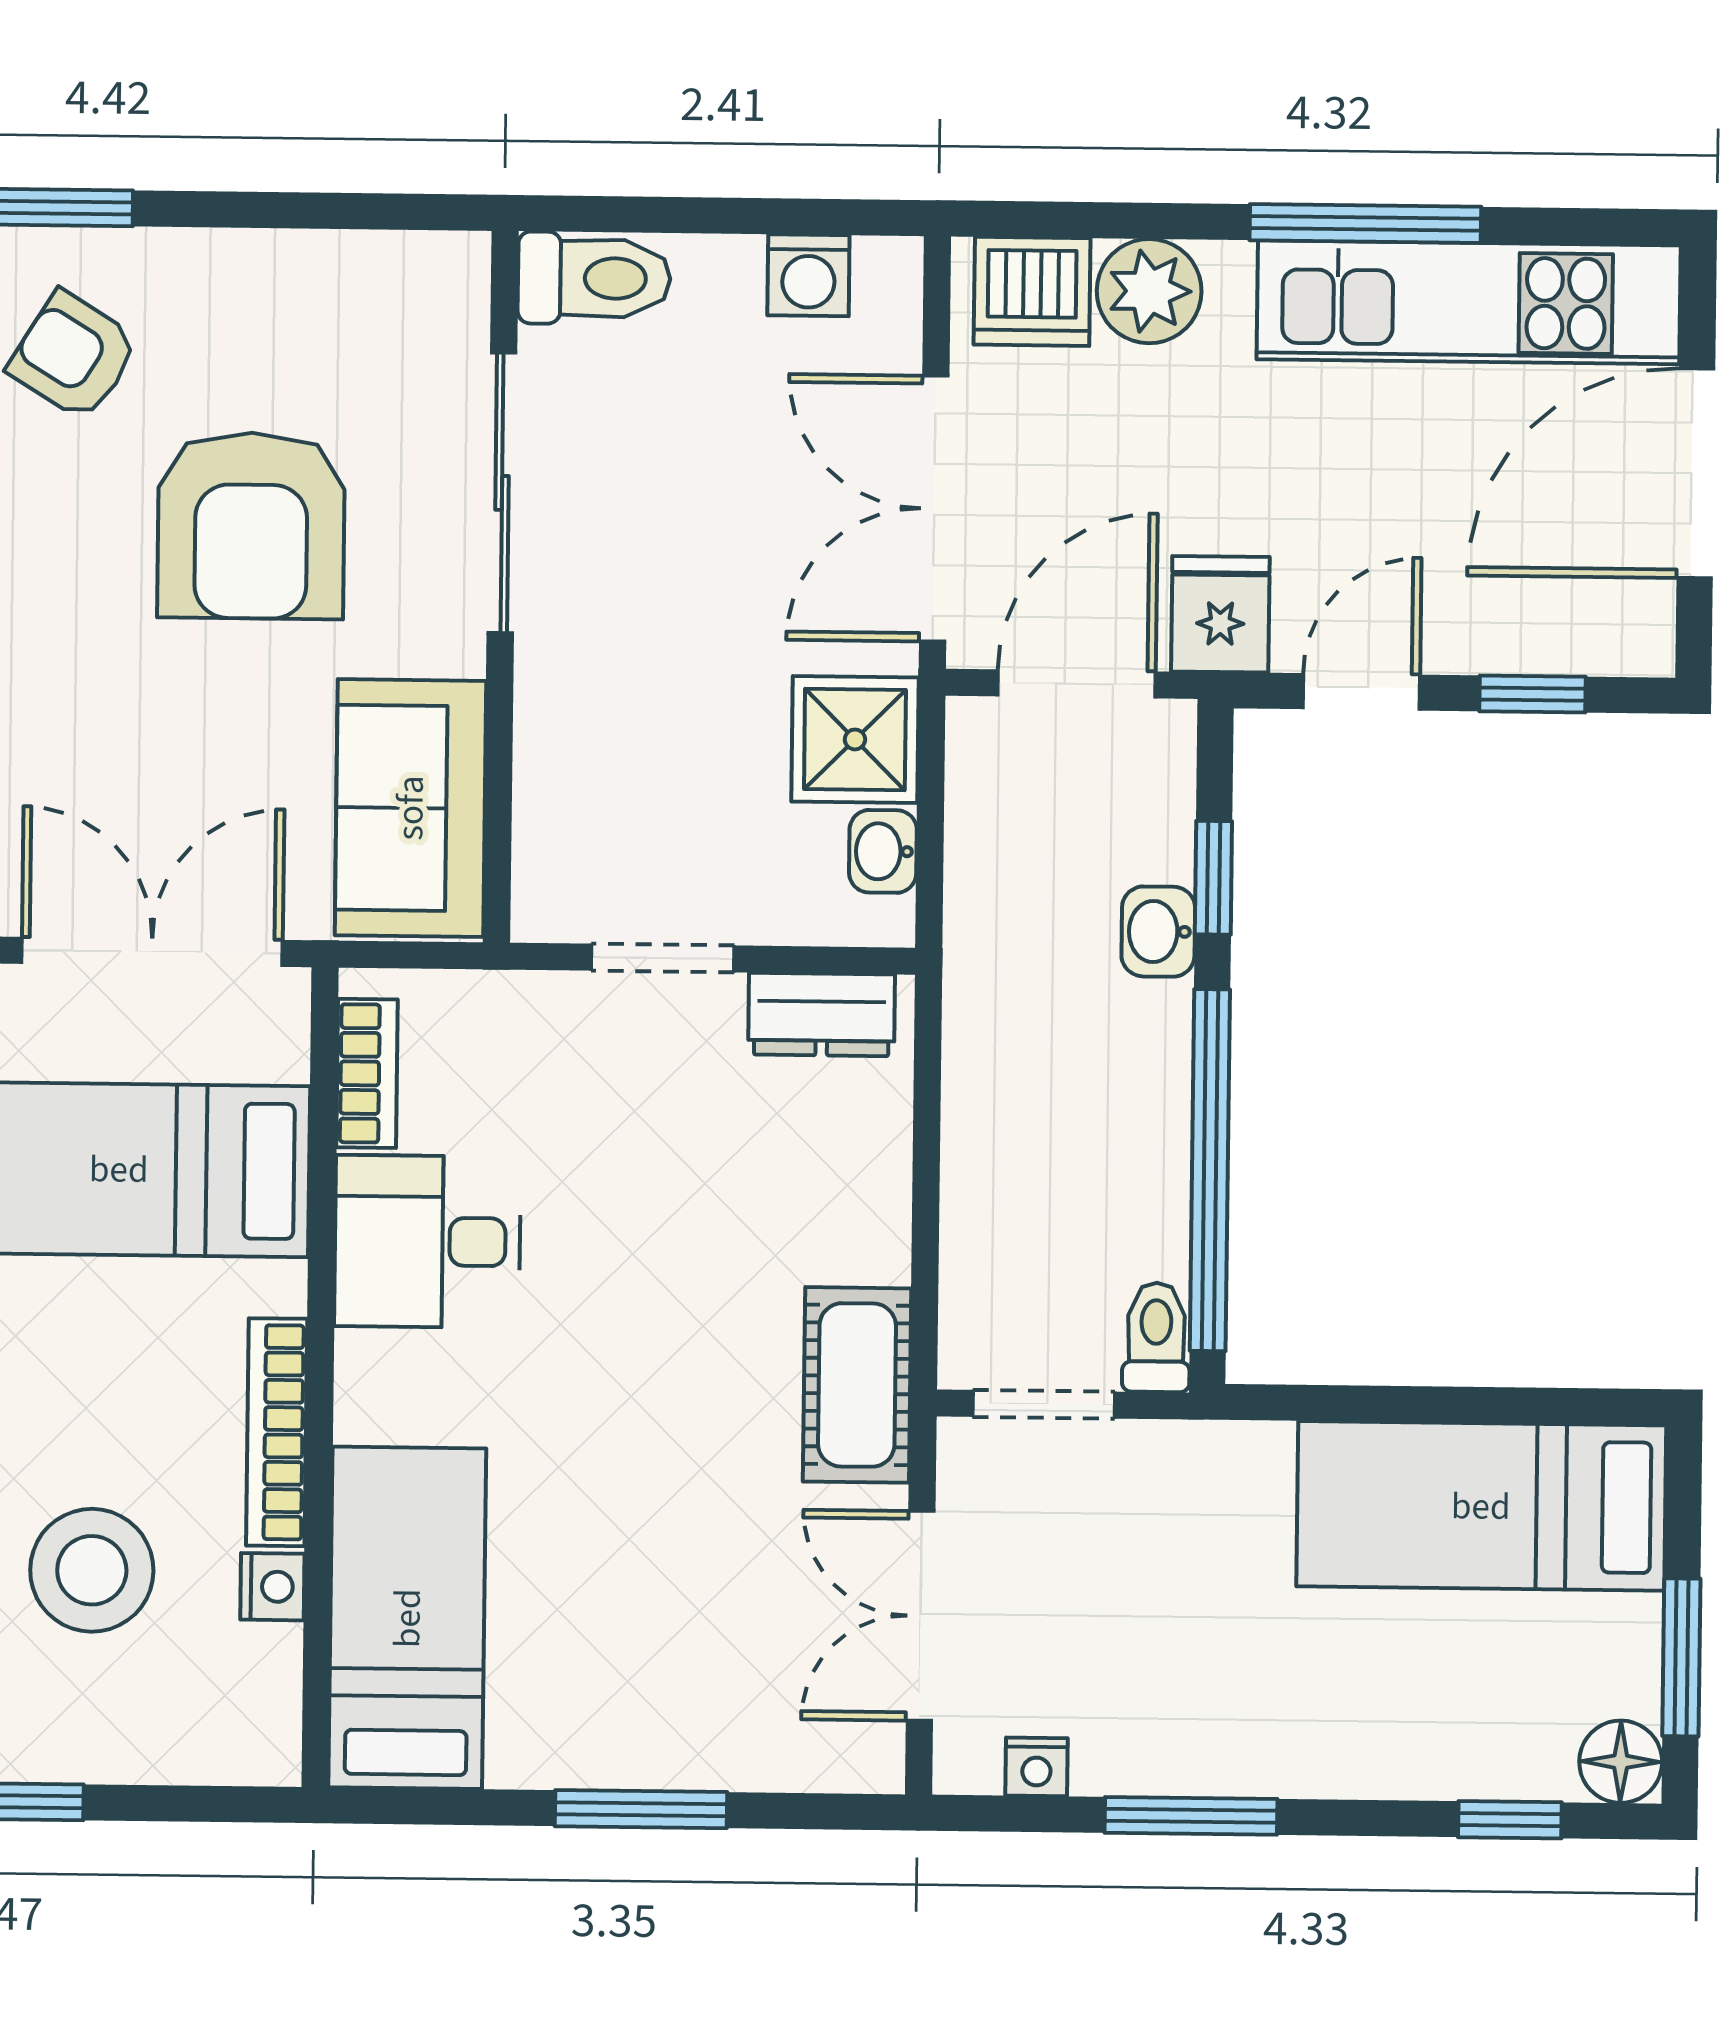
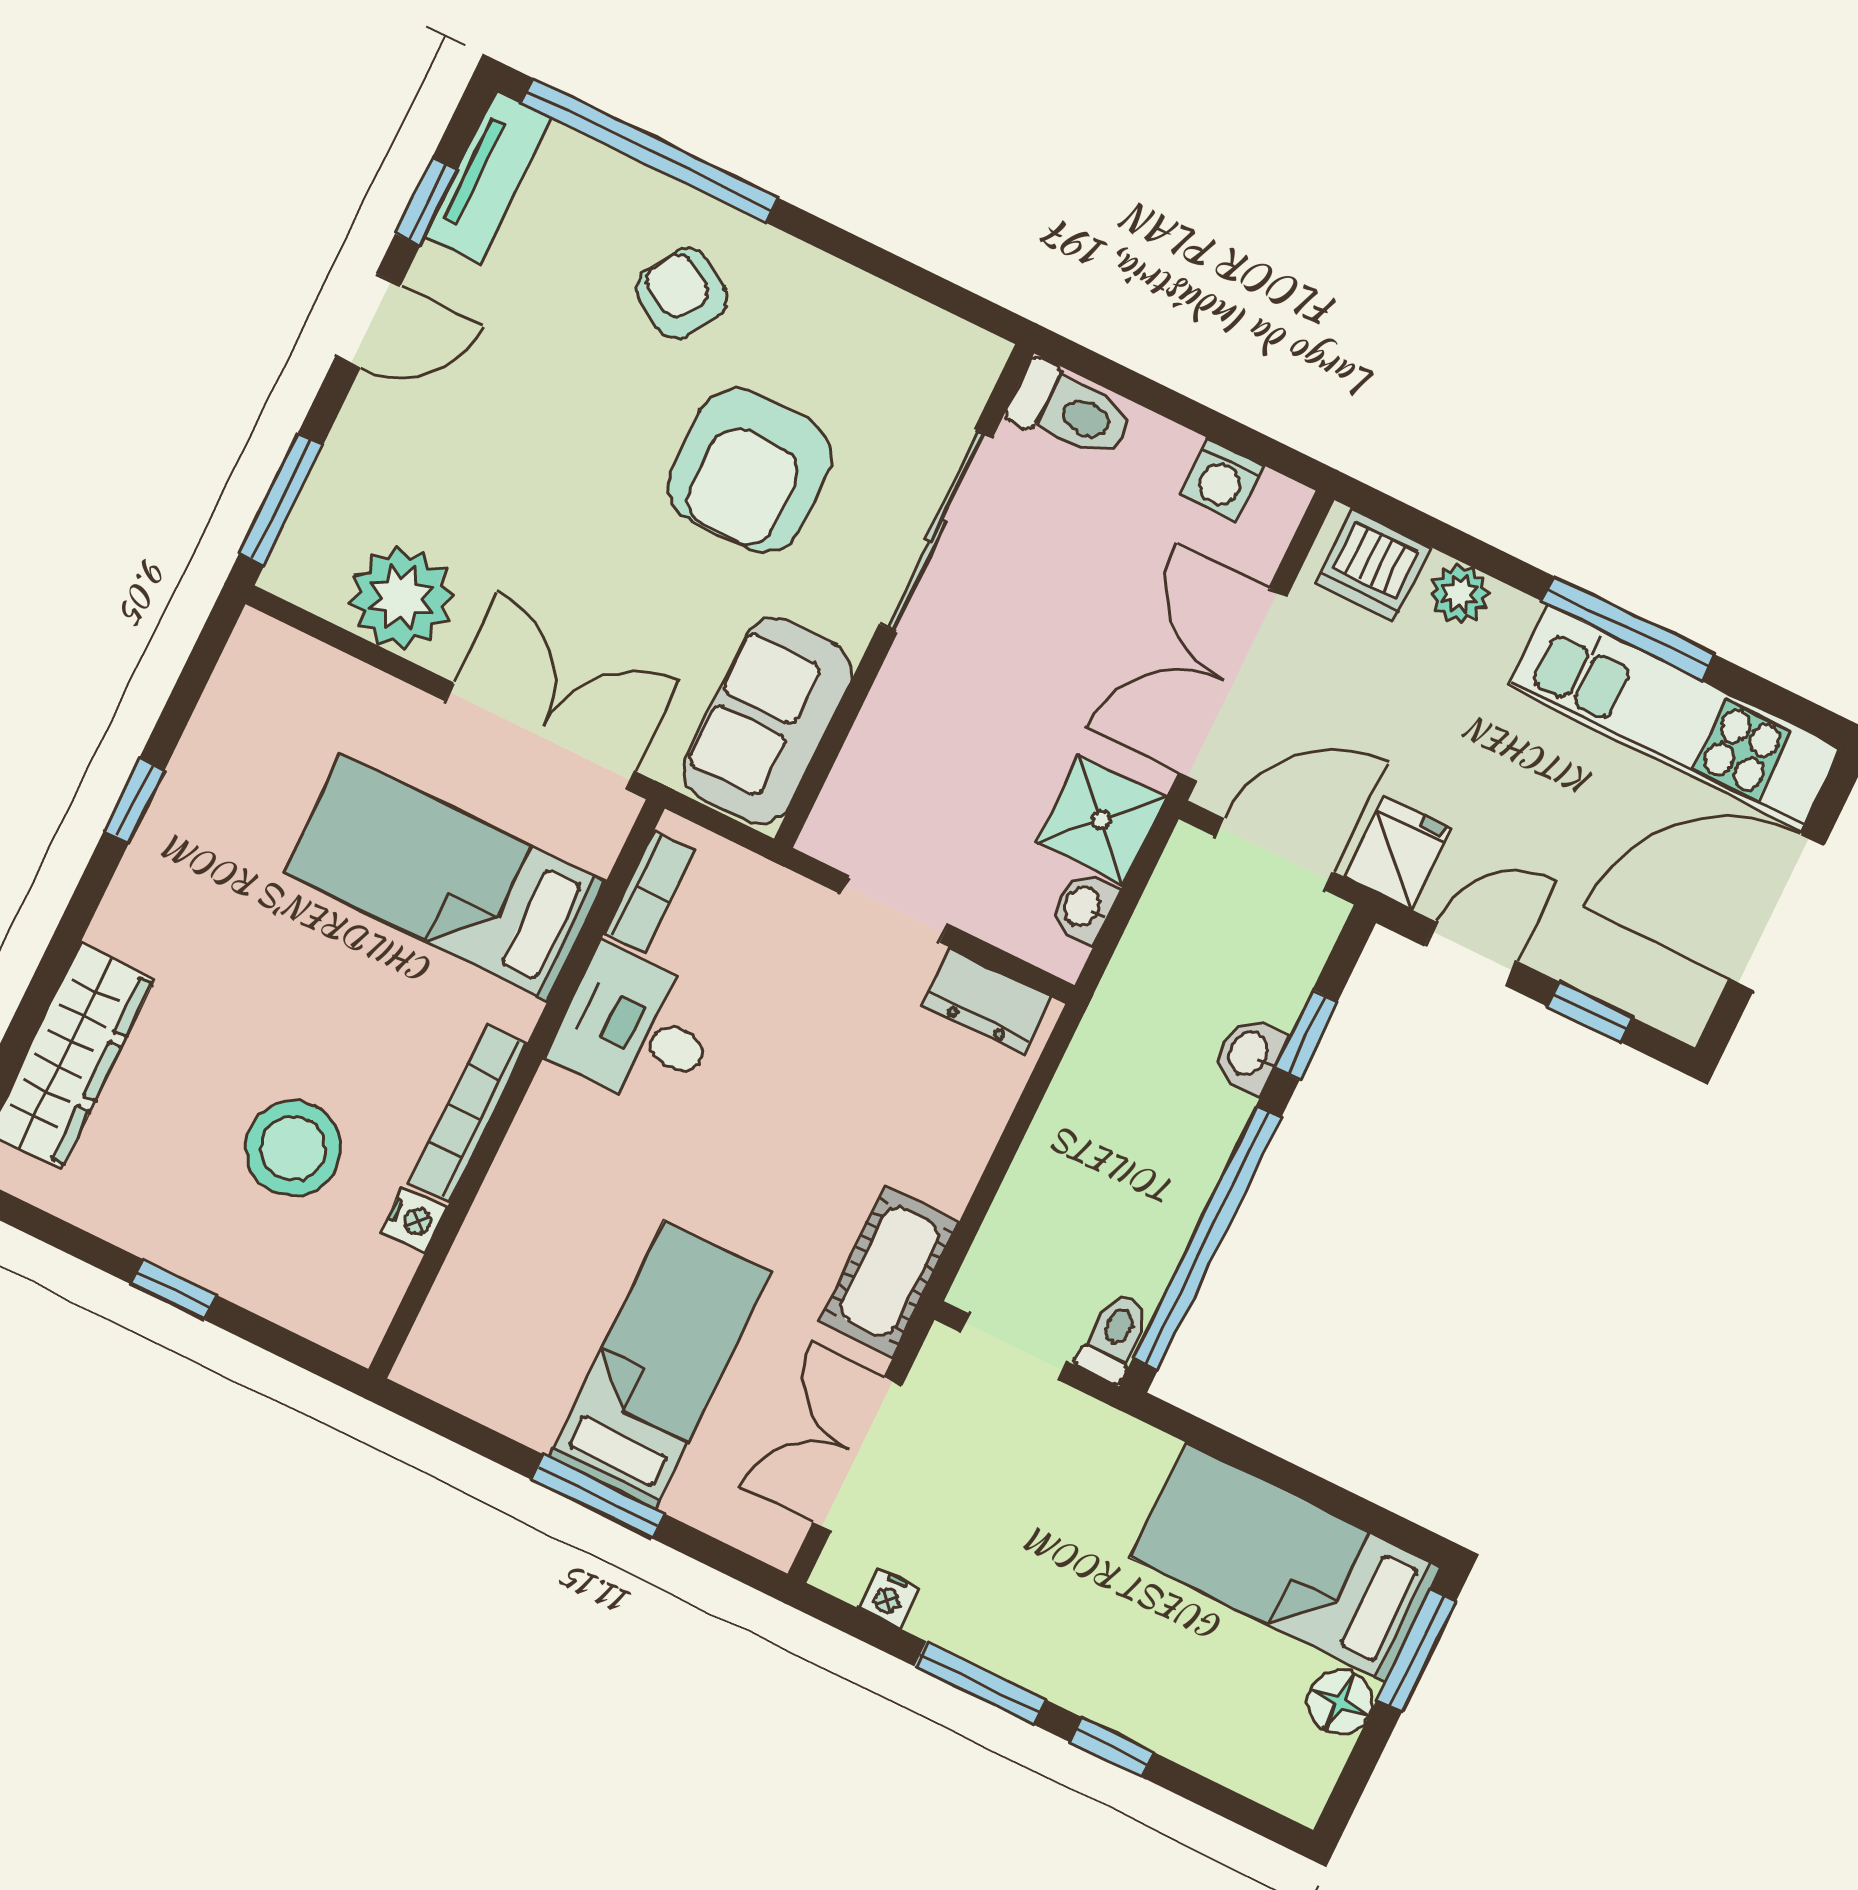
plant: (1149, 291) -> (1460, 594), width x0.73, depth x0.73
bed: (407, 1618) -> (660, 1365), moved
window: (1681, 1657) -> (1416, 1651), moved
floor lamp: (1621, 1762) -> (1340, 1702), moved
window: (1510, 1820) -> (1112, 1747), moved

